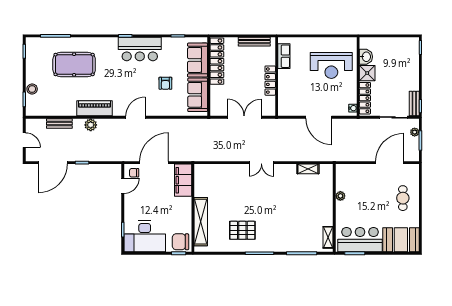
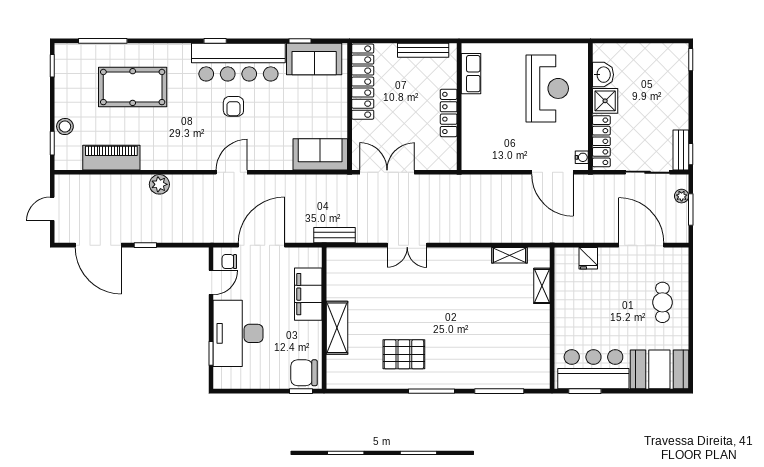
bar counter: (140, 49) -> (238, 62), width x1.36
sofa: (197, 60) -> (314, 59), moved, turned -90
reception desk: (331, 65) -> (547, 88), turned -90
armchair: (165, 83) -> (233, 106), moved
sofa: (198, 95) -> (320, 154), moved, turned 90
piano: (95, 108) -> (111, 158), moved
double door: (244, 117) -> (387, 172), moved
door: (319, 117) -> (552, 172), moved
bench: (59, 124) -> (334, 235), moved
door: (24, 140) -> (52, 209), swing flipped
door: (53, 163) -> (98, 245), hinge flipped
double door: (261, 163) -> (407, 245), moved
door: (390, 163) -> (641, 245), hinge flipped
fridge: (357, 171) -> (588, 258), added
filing cabinet: (183, 180) -> (308, 294), moved
plant: (340, 196) -> (562, 299), removed
shelving: (201, 222) -> (337, 328), width x0.68
desk: (145, 236) -> (238, 333), moved, turned 90
shelving: (328, 237) -> (542, 286), moved

